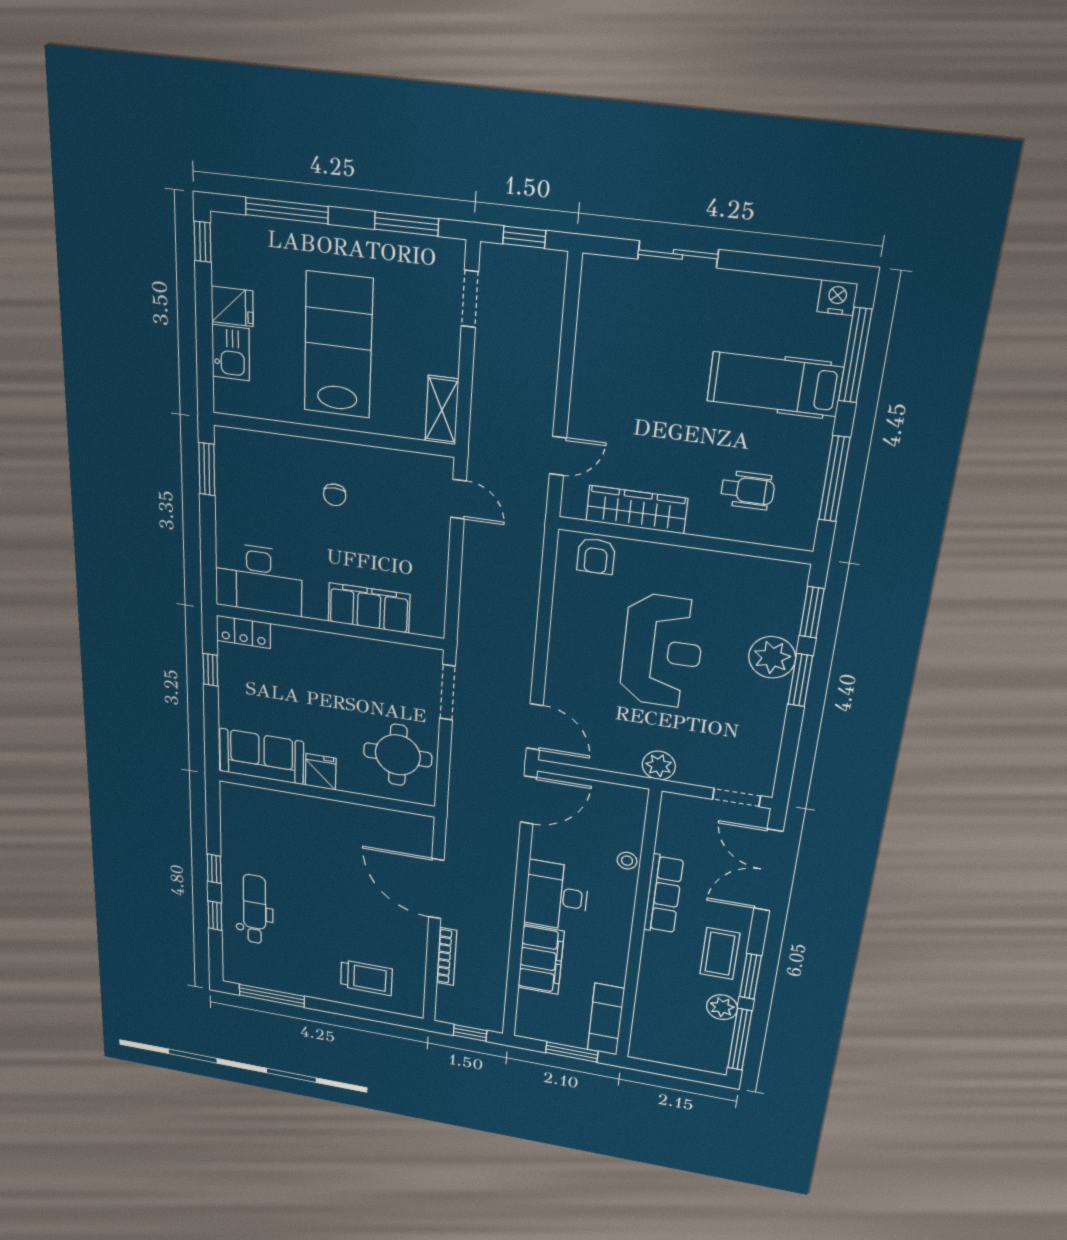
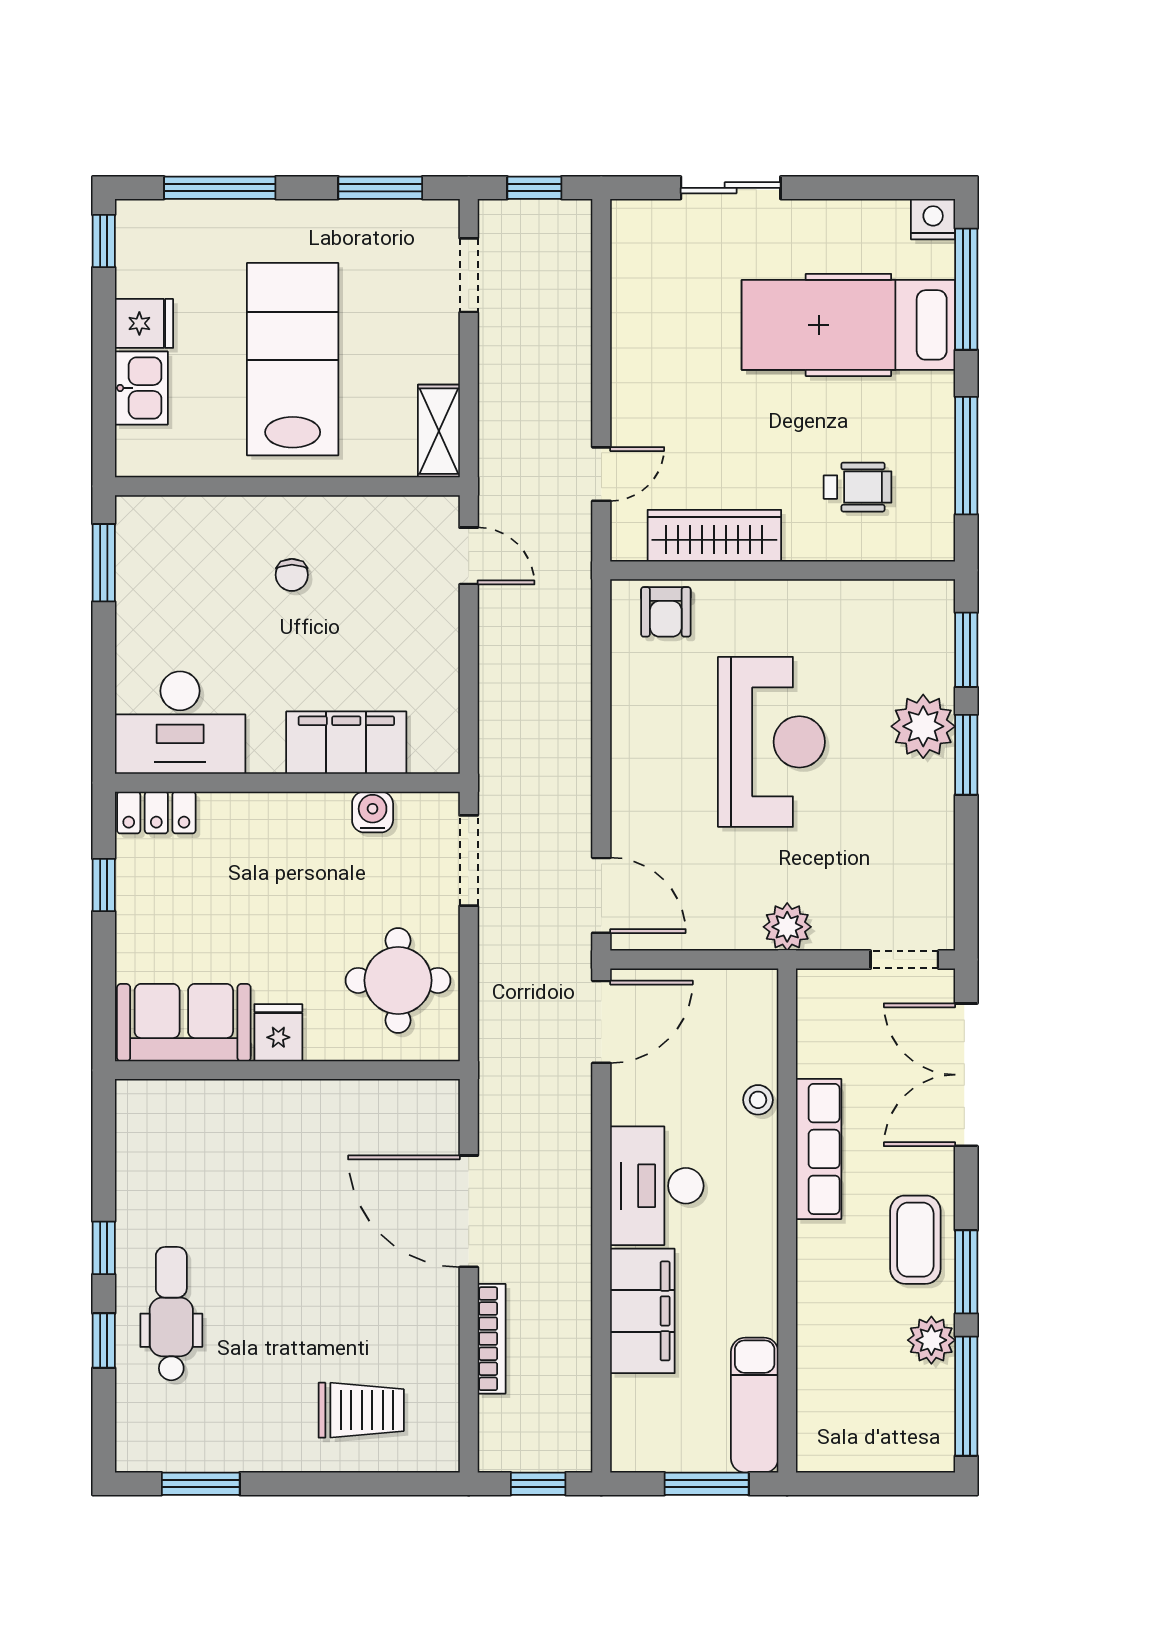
hospital bed: (775, 384) -> (848, 325), width x1.37, depth x1.29
water cooler: (385, 653) -> (373, 812), added
window: (272, 996) -> (201, 1484), width x0.69

